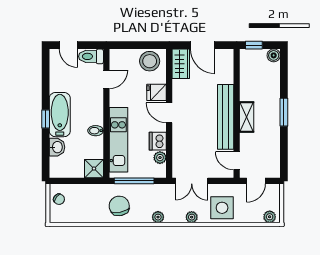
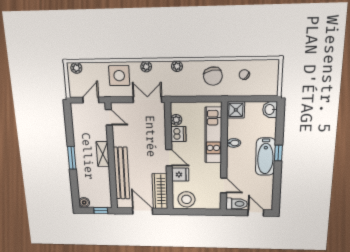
wardrobe: (181, 64) -> (160, 191), width x1.50
door: (106, 79) -> (224, 185), swing flipped
bench: (226, 117) -> (122, 173), moved
washbasin: (57, 147) -> (270, 110), moved
window: (134, 181) -> (199, 99), removed
chair: (59, 199) -> (244, 75), moved

